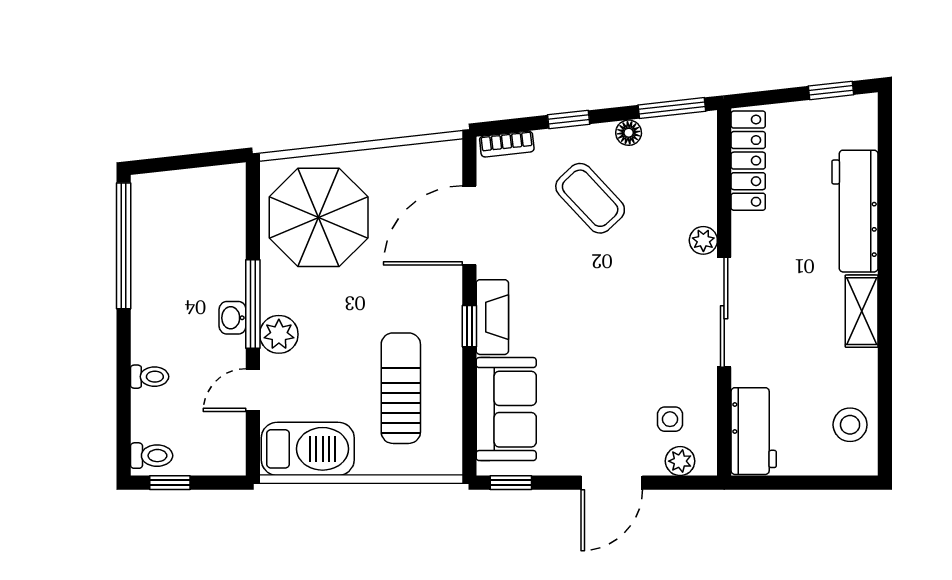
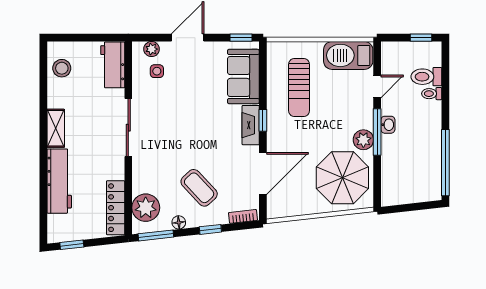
plant: (703, 240) -> (146, 208), moved, width x1.87, depth x1.87
plant: (279, 334) -> (363, 140), moved
toilet: (152, 456) -> (426, 77), moved, width x1.37, depth x1.39

